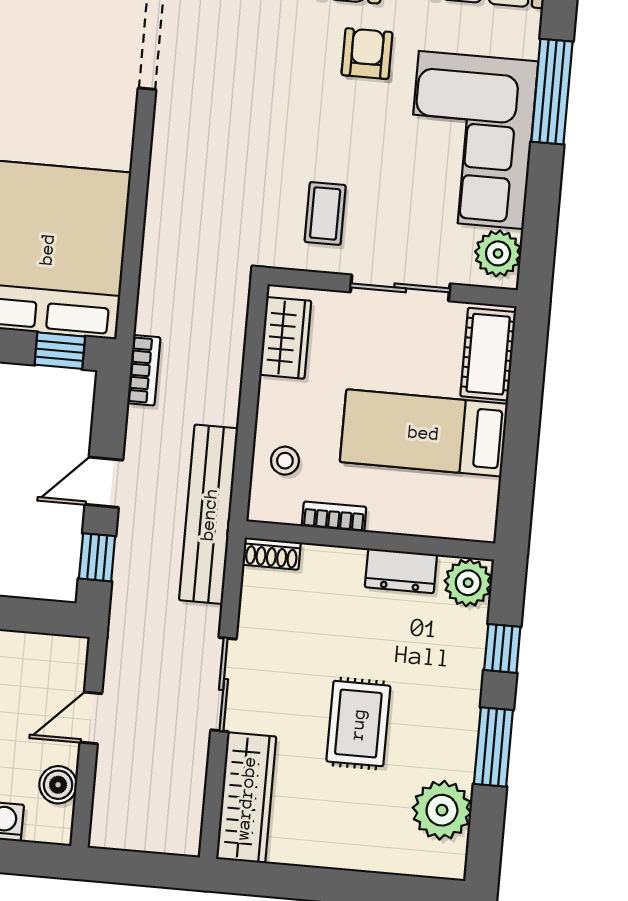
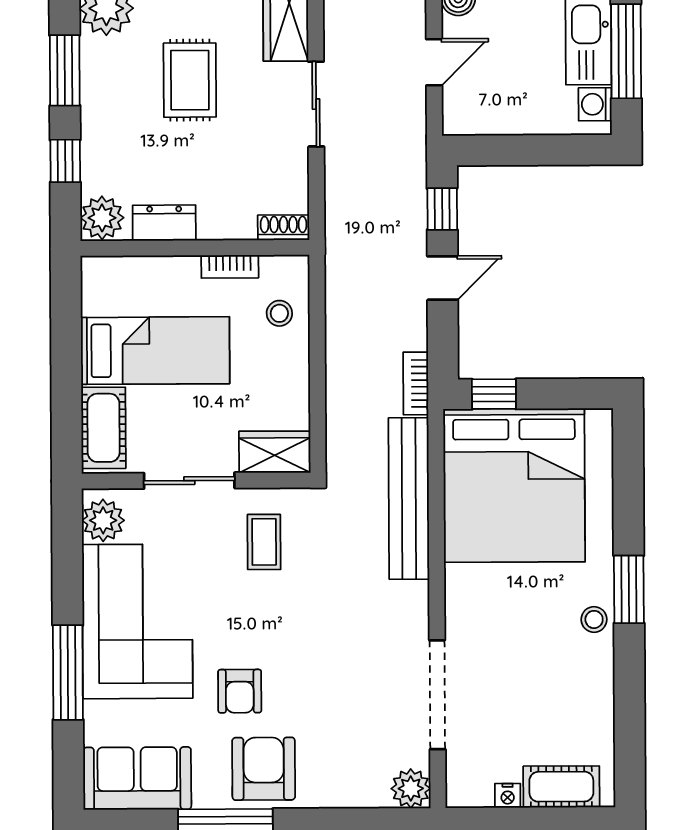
wardrobe: (285, 338) -> (275, 452), moved, turned 90
bench: (209, 514) -> (409, 499), moved

